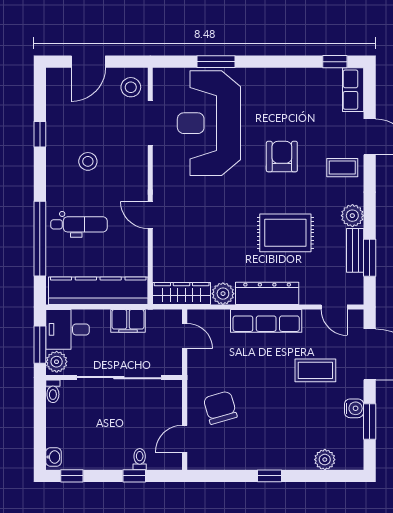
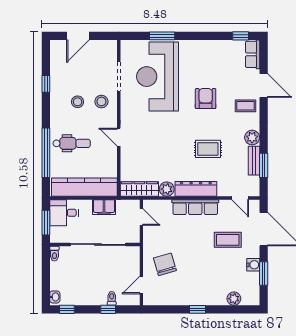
stool: (131, 87) -> (101, 102), moved
rug: (285, 233) -> (208, 149), width x0.73, depth x0.70
plant: (57, 362) -> (57, 234), removed

